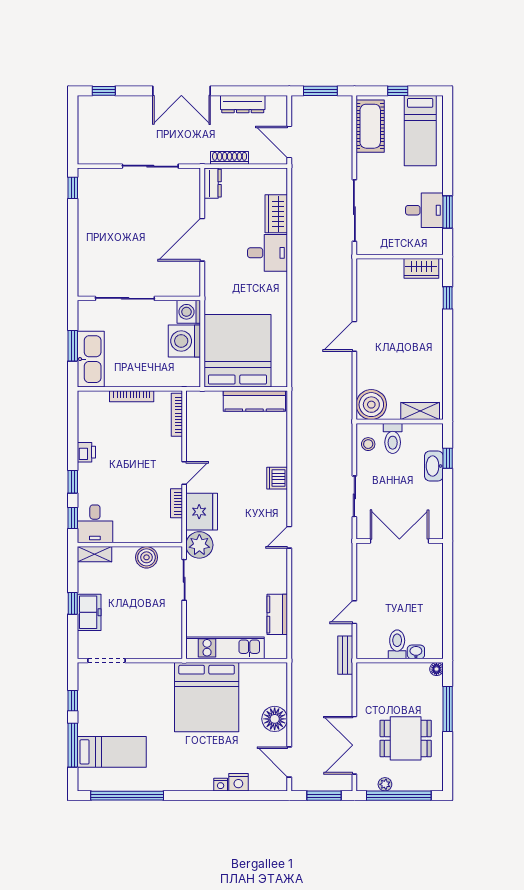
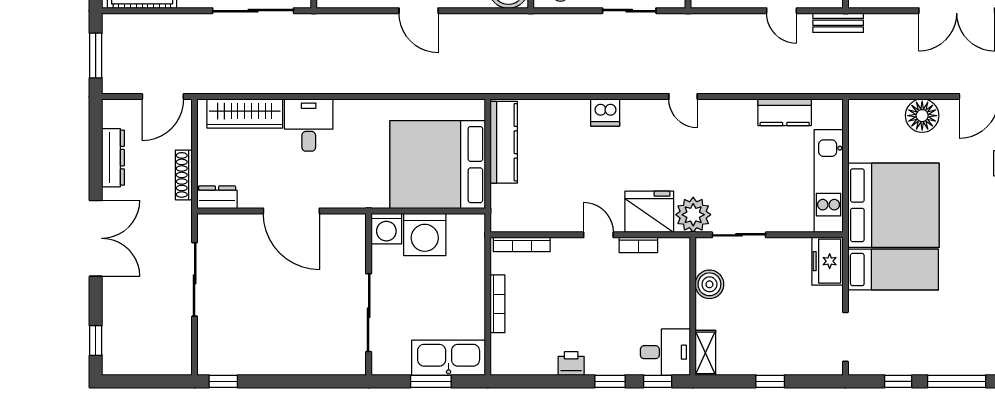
wardrobe: (276, 214) -> (245, 114), width x1.50
freezer: (89, 612) -> (827, 261), moved, turned -90
bed: (112, 752) -> (893, 270), moved, turned 90

